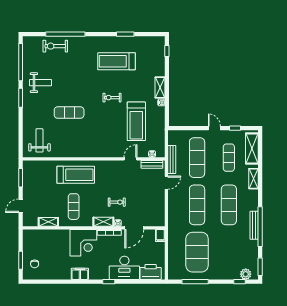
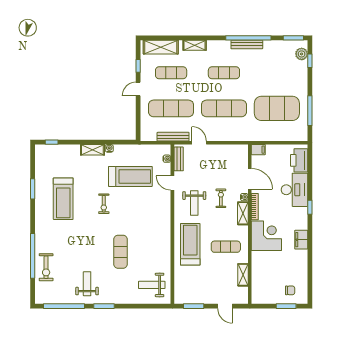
weight bench: (113, 178) -> (194, 203), added
exercise mat: (229, 205) -> (224, 73), width x0.73, depth x0.69

